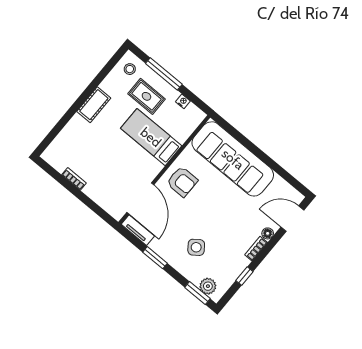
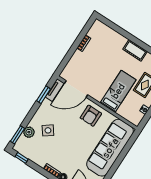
window: (155, 258) -> (43, 95), moved
window: (244, 276) -> (22, 158), moved
plant: (208, 286) -> (29, 132), moved

